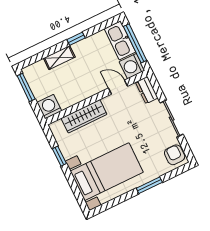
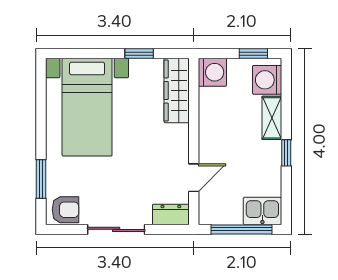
kitchen sink: (120, 40) -> (262, 211), width x0.73
washing machine: (132, 66) -> (267, 80), moved, turned -90
window: (26, 87) -> (253, 54), width x0.67
wardrobe: (84, 116) -> (177, 91), moved
window: (149, 185) -> (41, 179), moved

